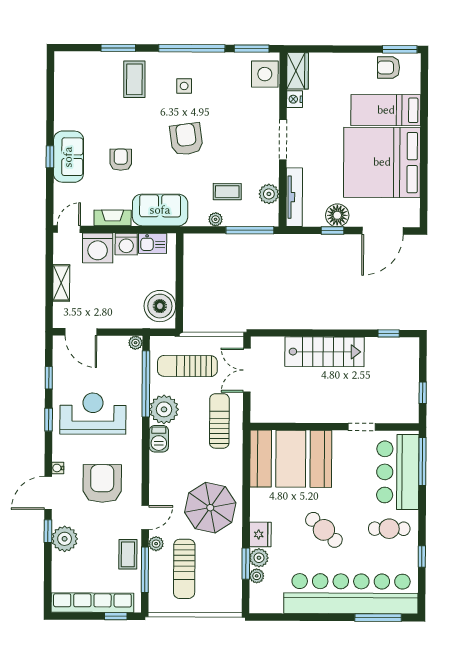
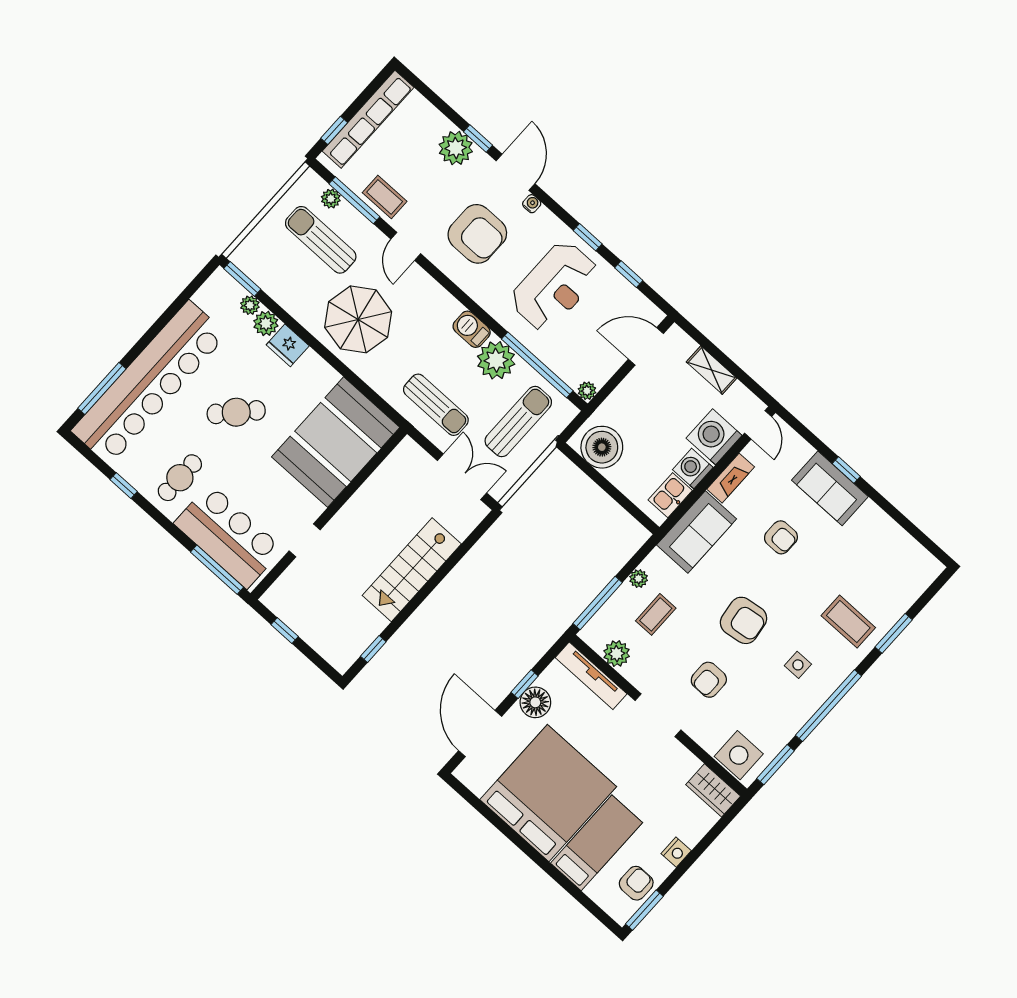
nightstand: (295, 99) -> (676, 852), moved, turned 90
armchair: (237, 129) -> (709, 680), added
plant: (156, 544) -> (331, 199), moved
window: (246, 564) -> (242, 279), moved

